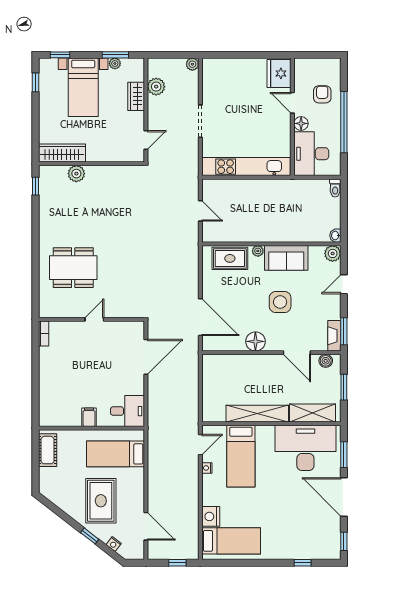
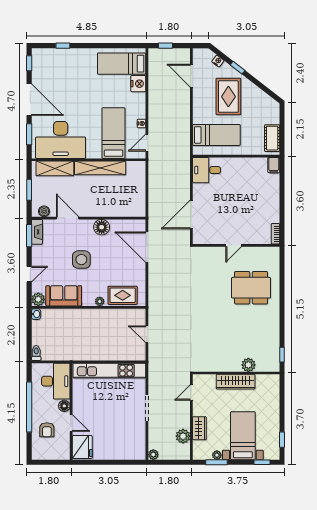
wardrobe: (62, 153) -> (236, 382), moved
sofa: (286, 258) -> (64, 296), moved
filing cabinet: (89, 417) -> (274, 165), moved

